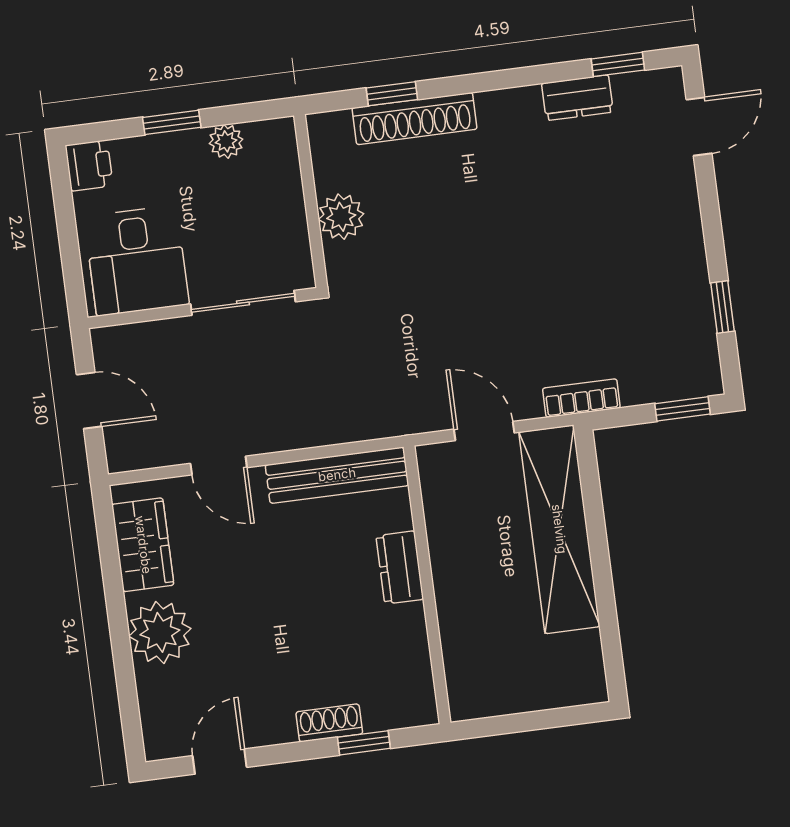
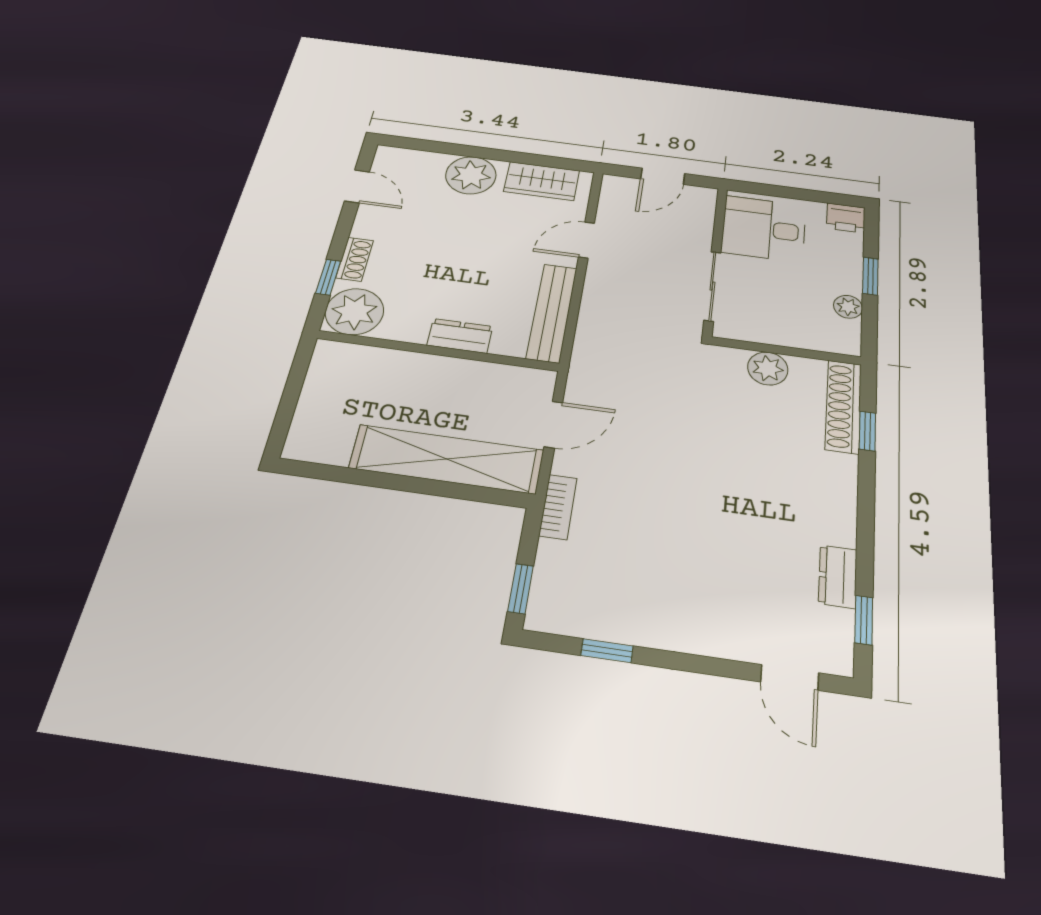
shoe rack: (415, 119) -> (843, 406), moved
plant: (402, 695) -> (354, 312), added

